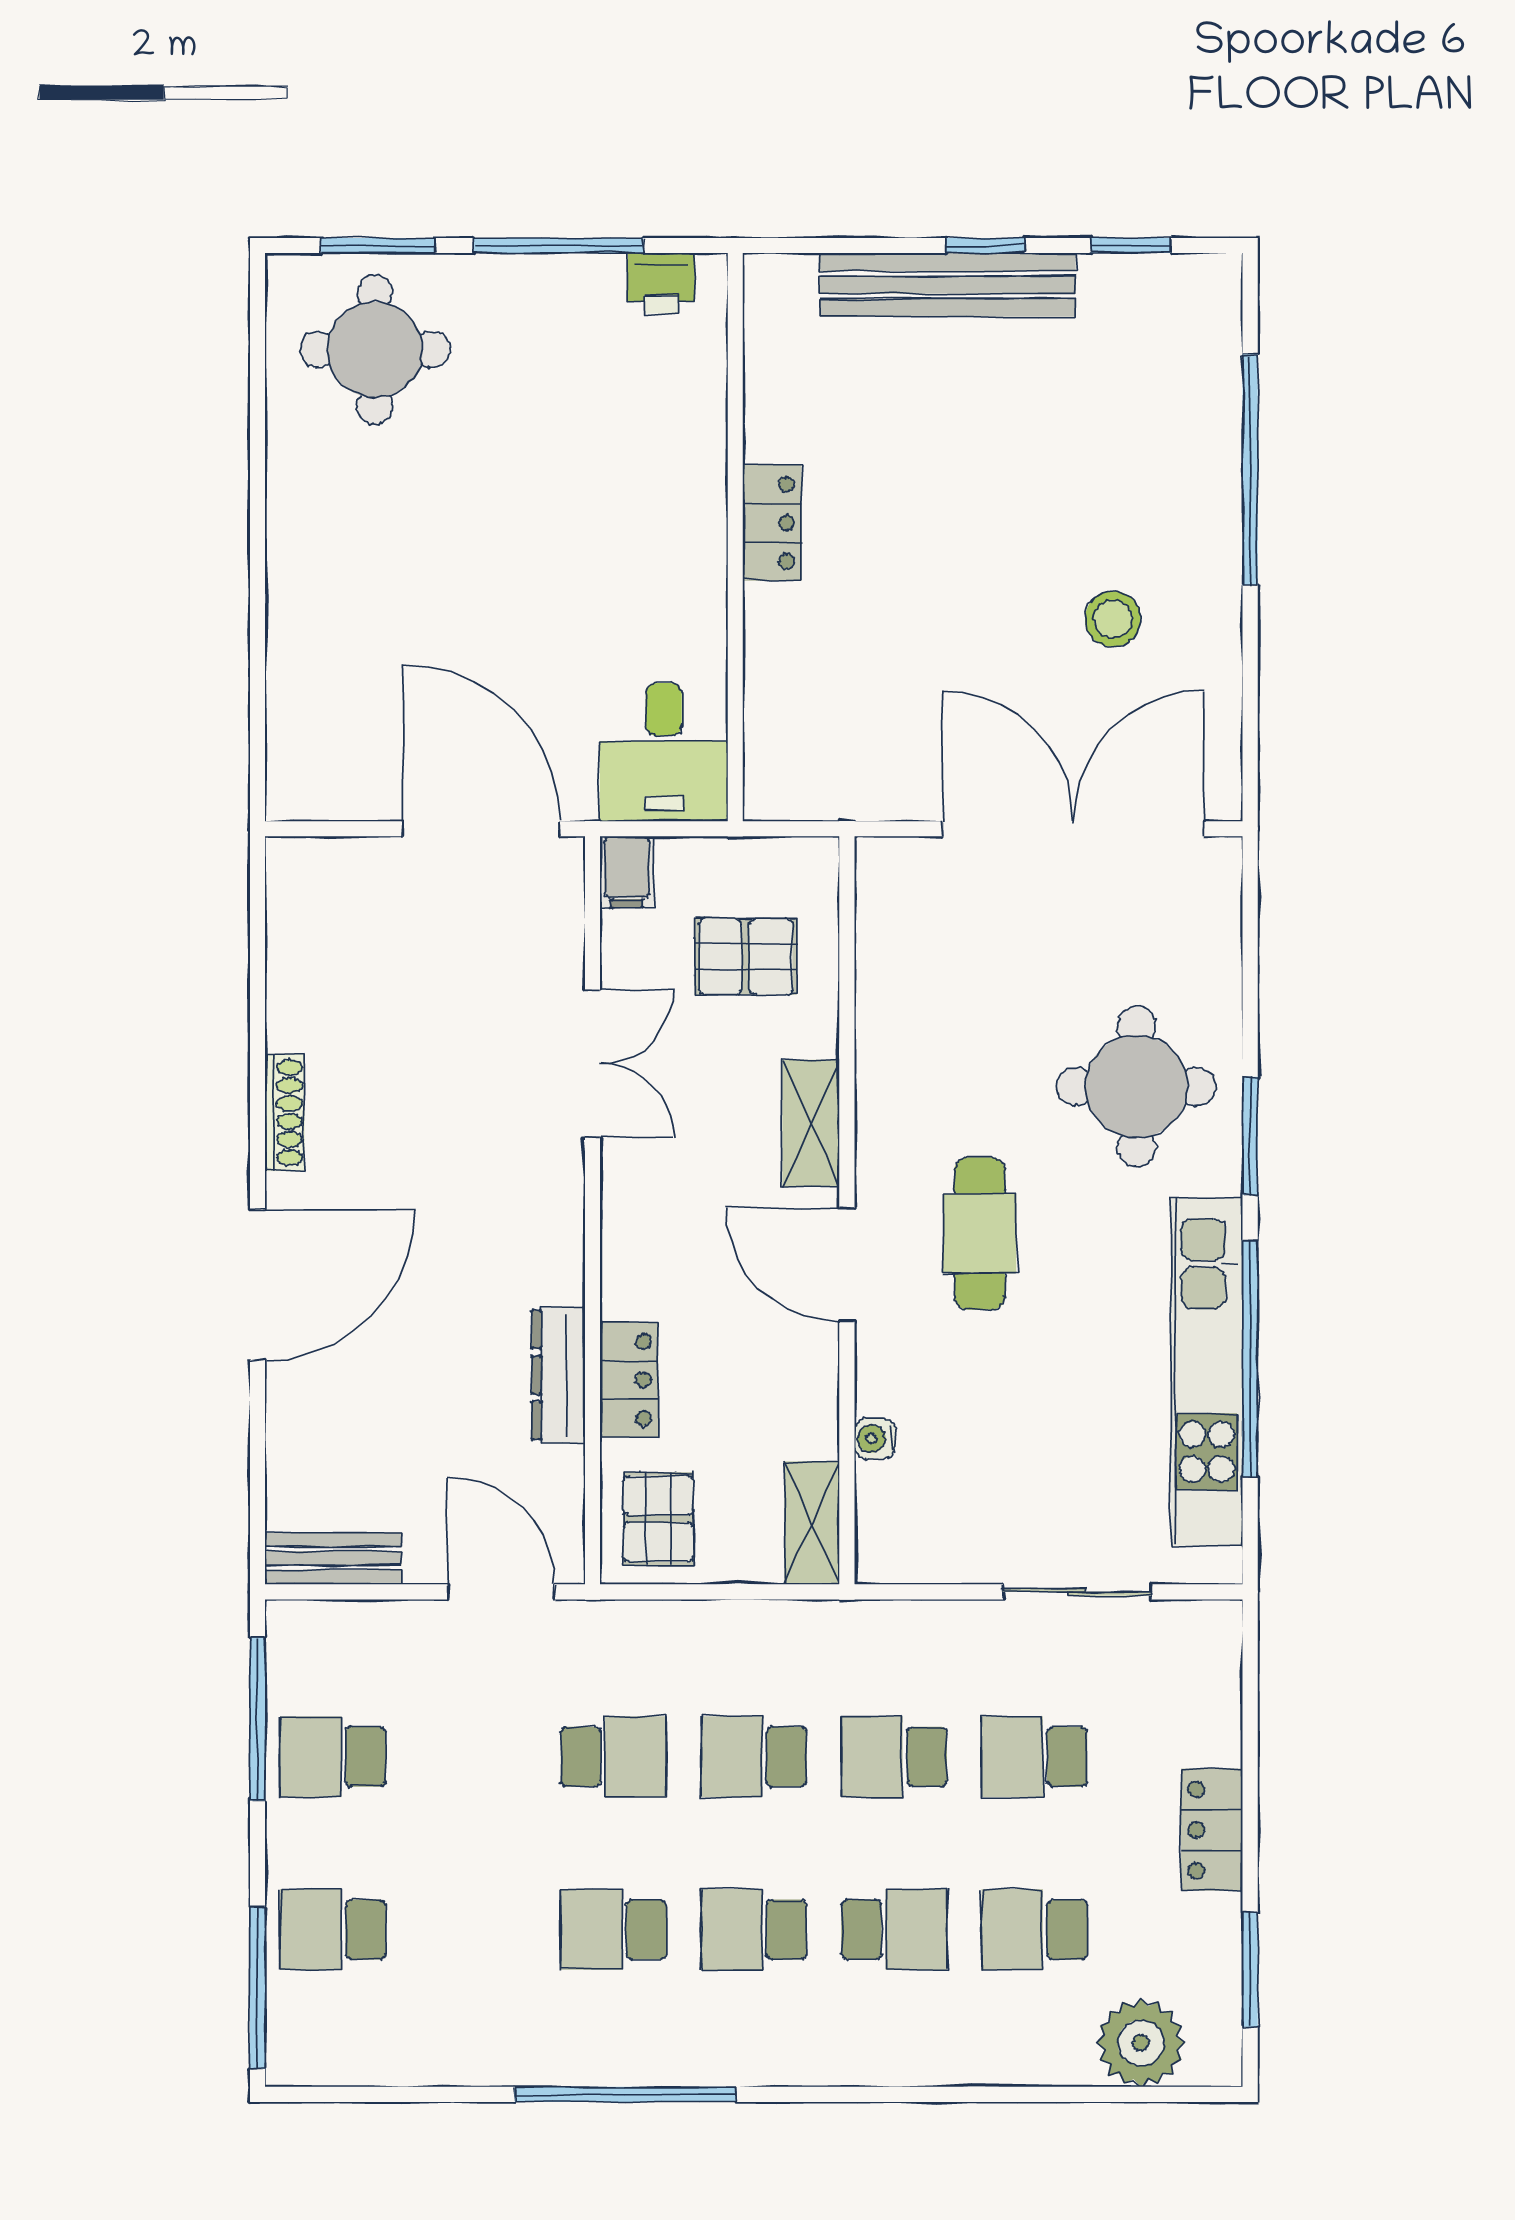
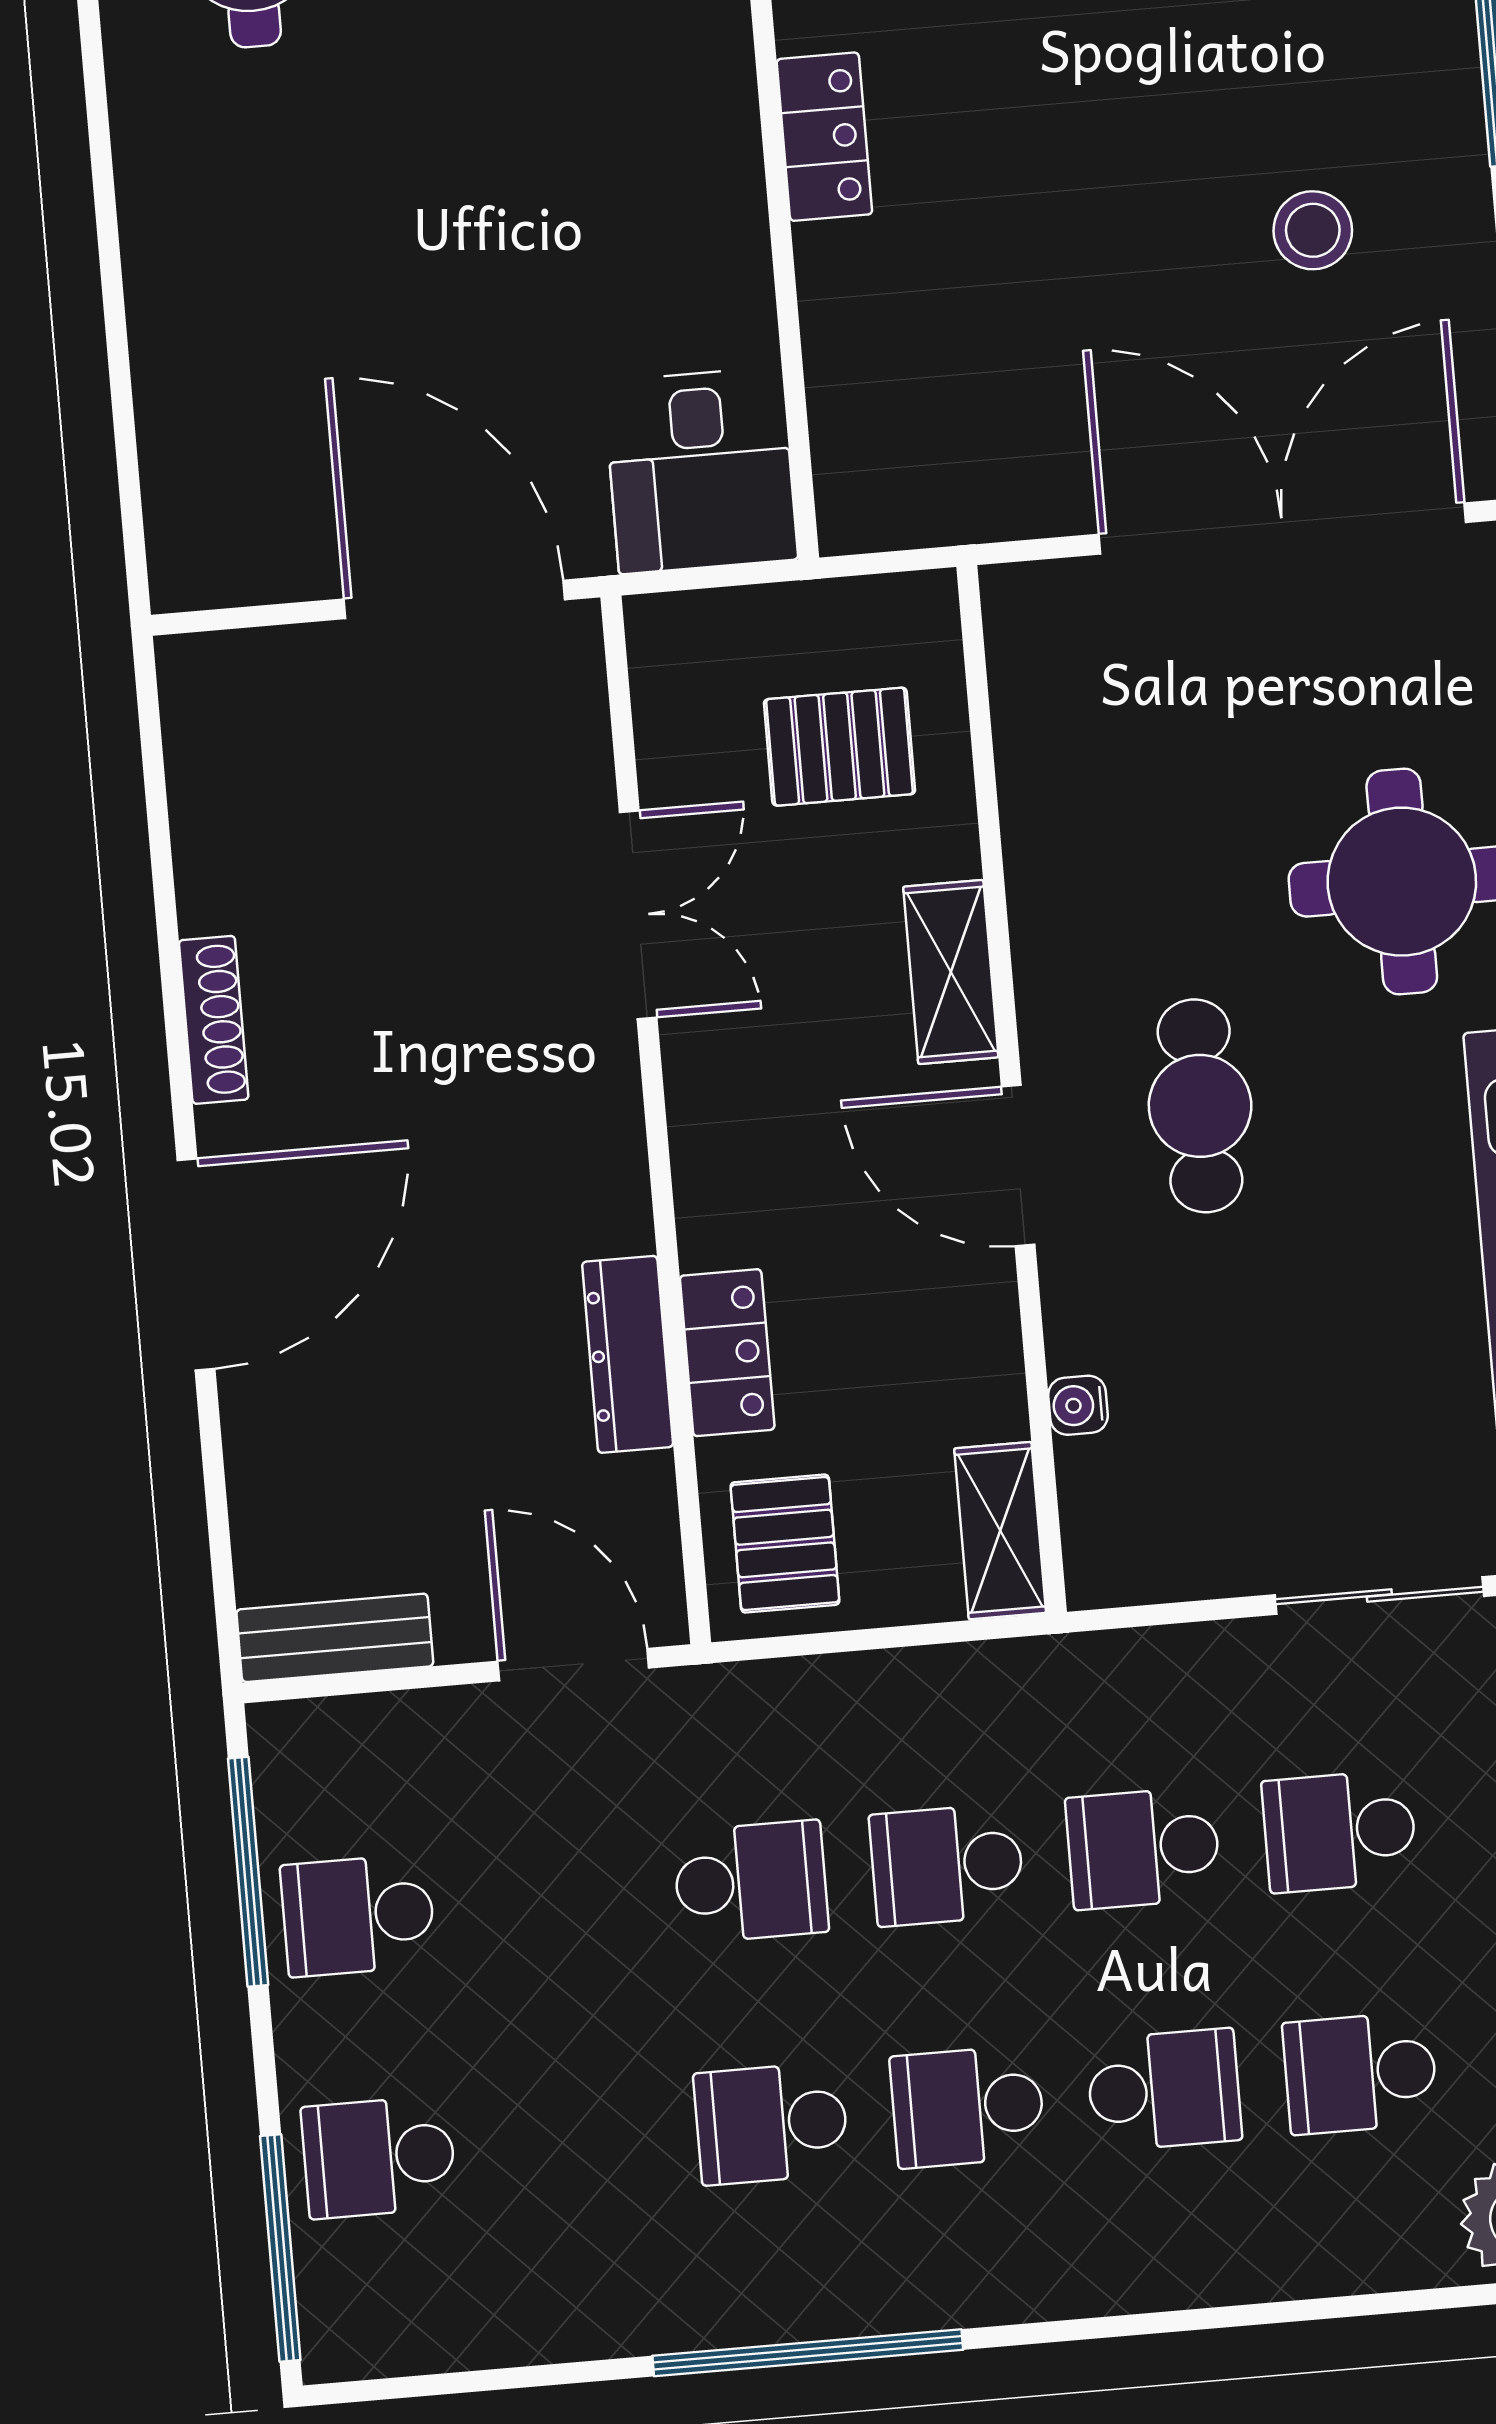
filing cabinet: (627, 872) -> (663, 642), removed

